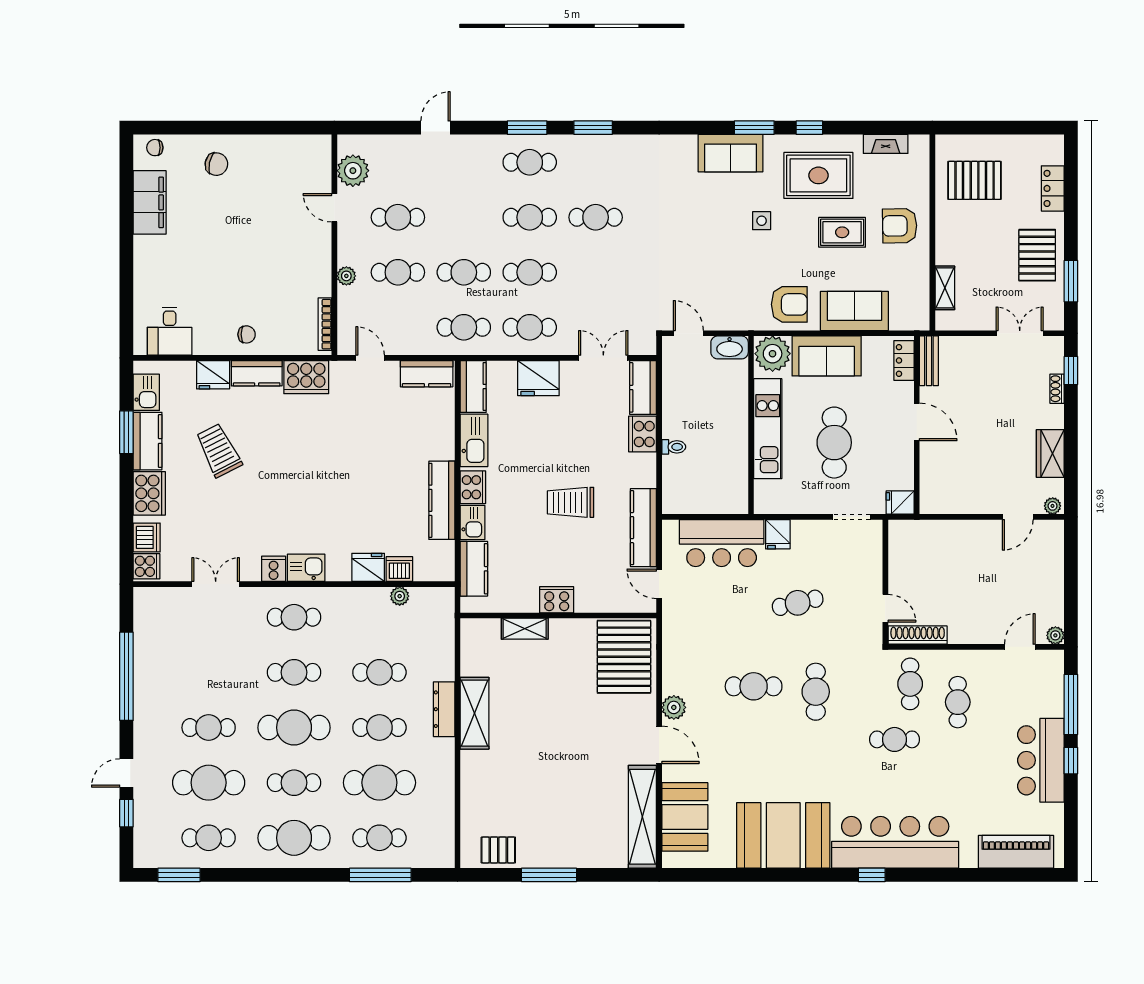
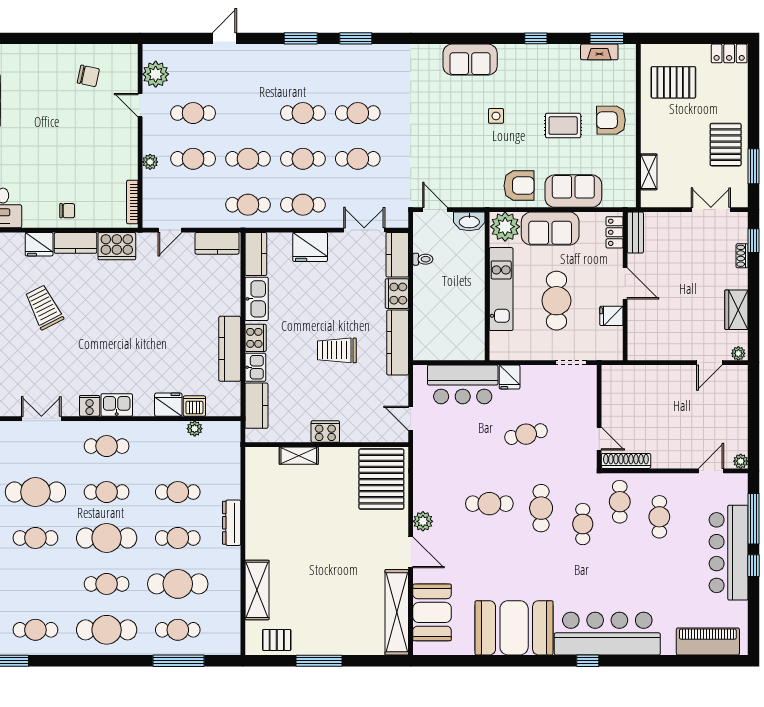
window: (754, 128) -> (607, 38), moved
cafe table: (530, 162) -> (358, 159), moved
chair: (216, 164) -> (88, 76), moved
rug: (818, 175) -> (543, 78), removed
locker: (1053, 188) -> (729, 53), moved, turned -90
door: (370, 358) -> (170, 230), swing flipped
toilet: (674, 447) -> (423, 259), moved
fridge: (900, 503) -> (611, 316), moved
kitchen counter: (643, 528) -> (398, 343), moved
shelving: (475, 713) -> (257, 590), moved
cafe table: (894, 739) -> (583, 524), moved, turned 90
bar counter: (1041, 760) -> (729, 553), width x1.36
cafe table: (209, 783) -> (35, 492), moved

